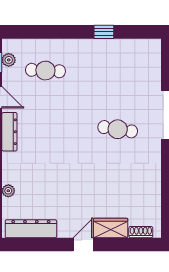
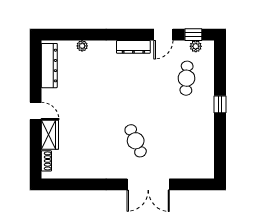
window: (104, 32) -> (220, 104), moved
cafe table: (118, 129) -> (136, 141), turned -33

